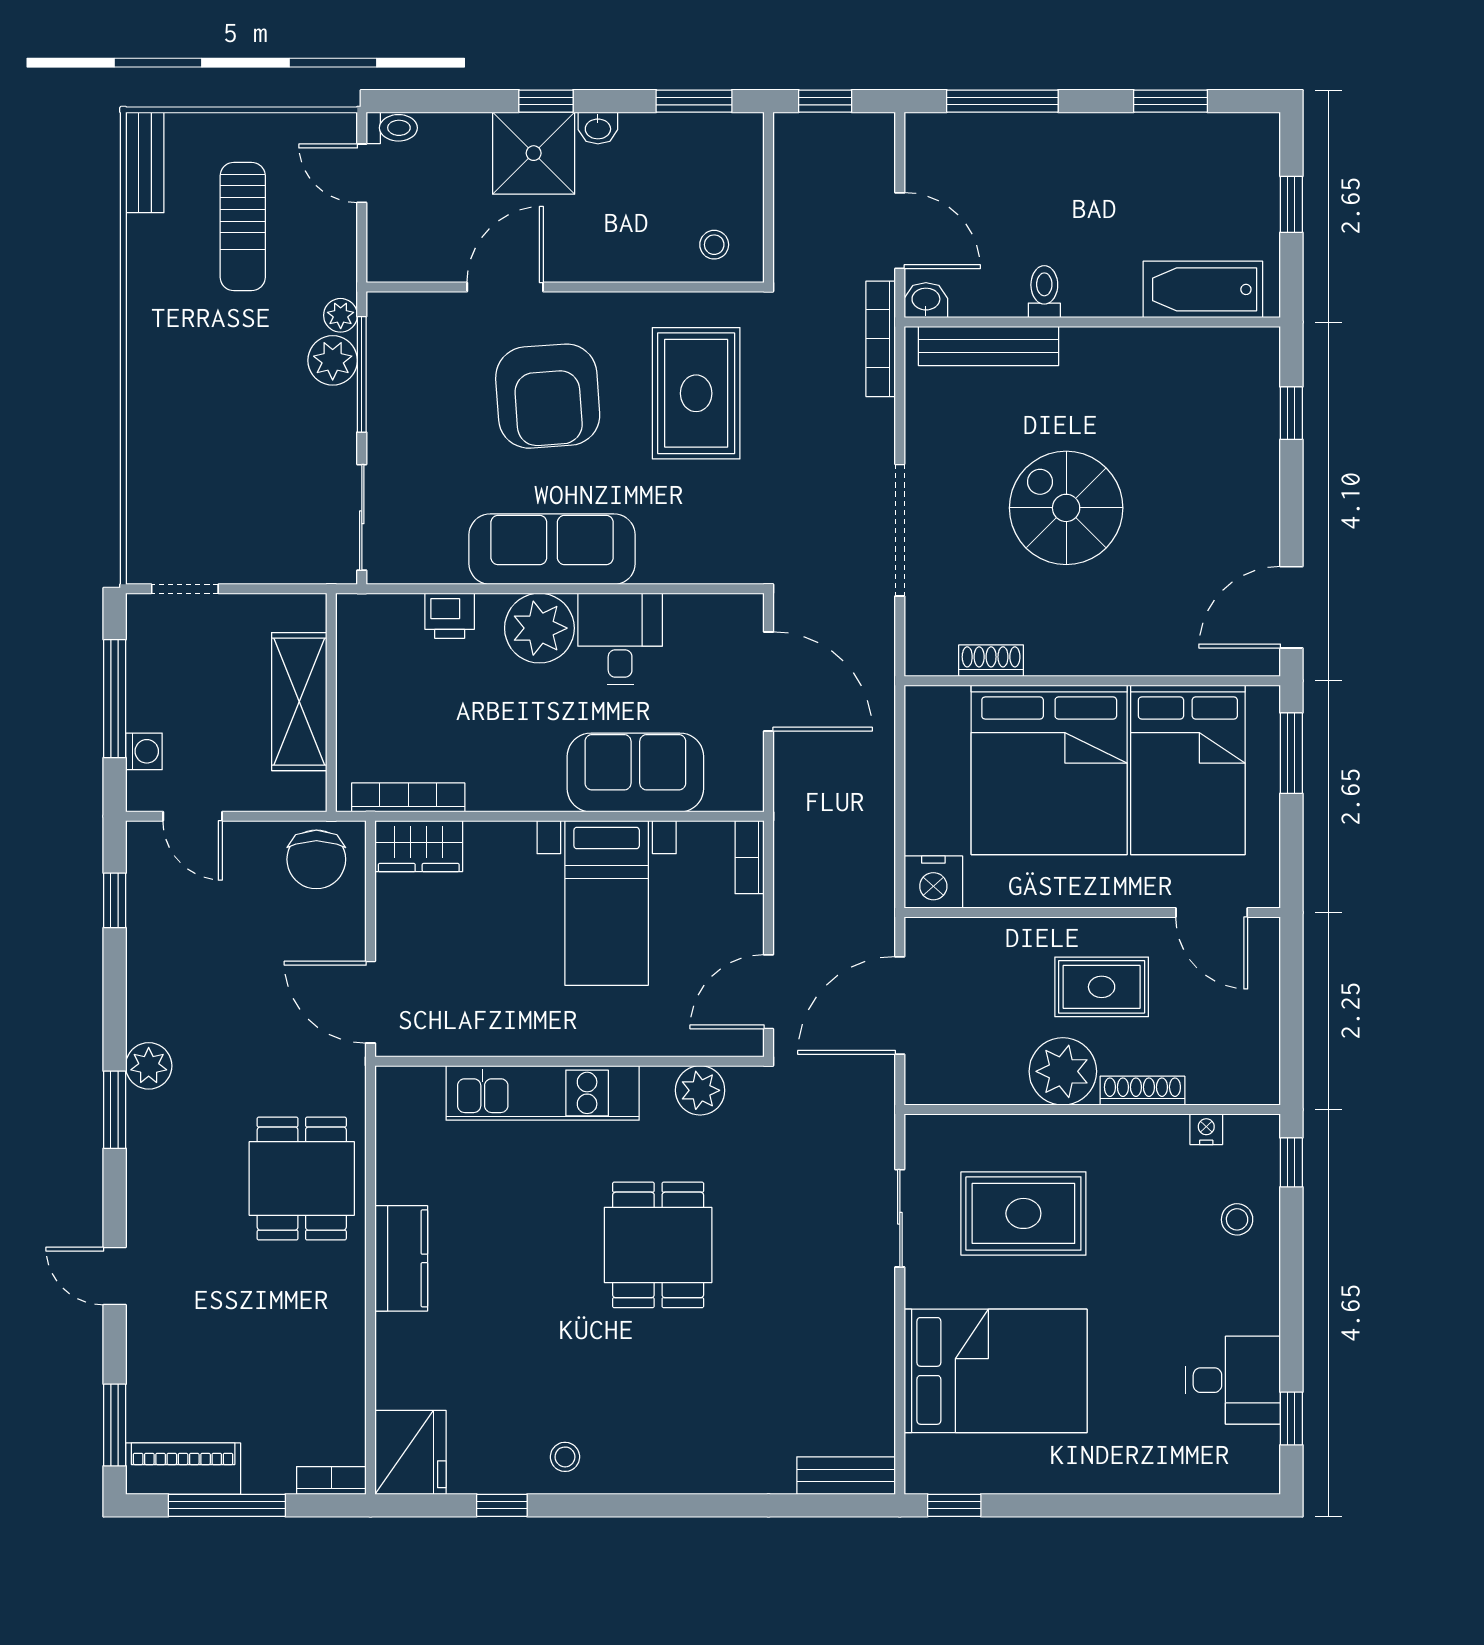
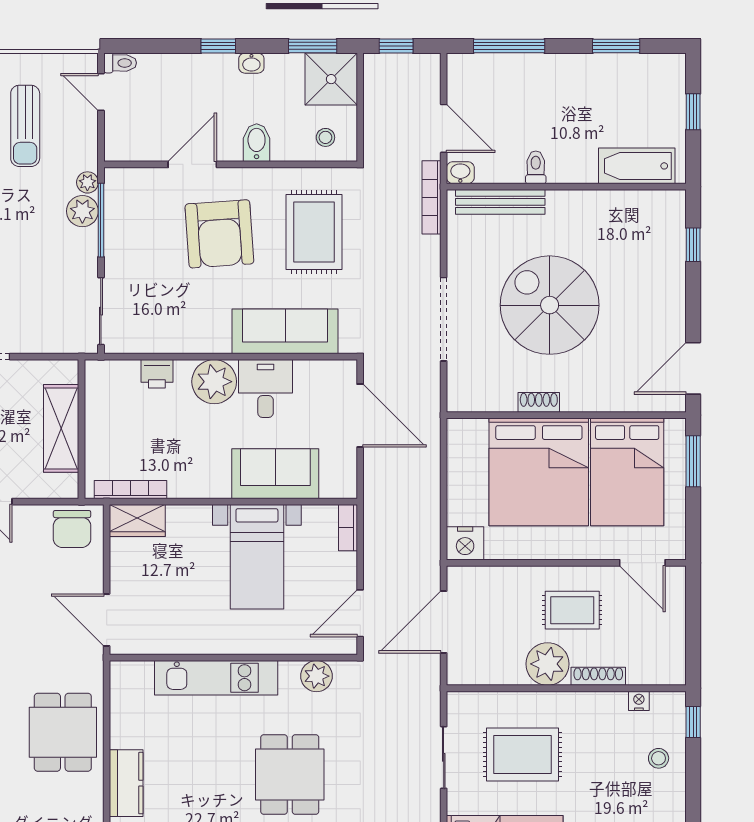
shower: (534, 153) -> (331, 79), moved
bidet: (606, 253) -> (257, 143), added
spiral stairs: (1066, 508) -> (550, 305), width x1.37, depth x1.37
sofa: (552, 549) -> (285, 331), moved
shoe rack: (991, 661) -> (539, 402), moved

